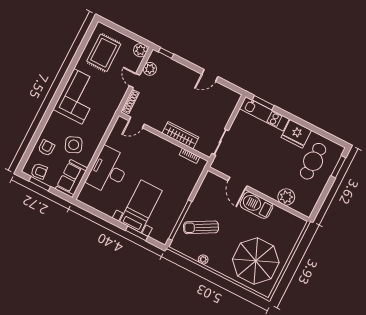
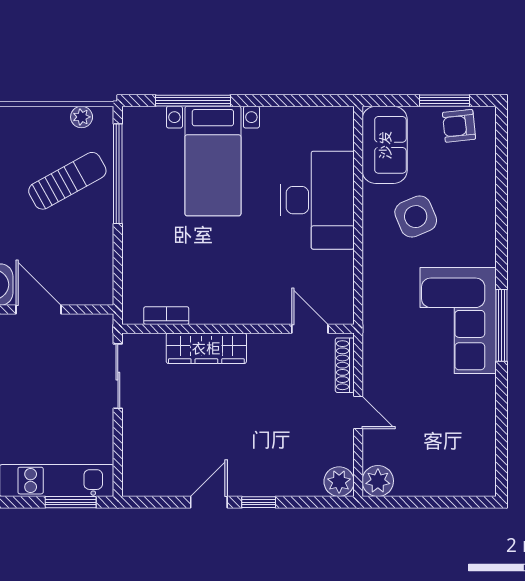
rug: (104, 53) -> (451, 437), removed
window: (166, 53) -> (259, 502), moved
plant: (150, 69) -> (339, 482), moved
window: (62, 86) -> (501, 325), added
door: (137, 122) -> (310, 329), hinge flipped
armchair: (46, 148) -> (468, 182), removed
window: (137, 233) -> (193, 101), width x1.44
plant: (203, 259) -> (82, 117), moved

